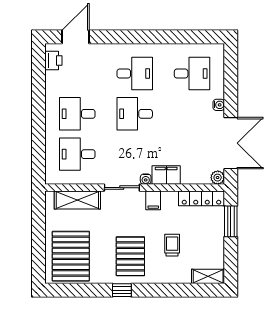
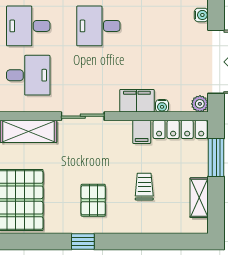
desk: (77, 154) -> (28, 75), turned 180
water cooler: (146, 179) -> (162, 106), moved
filing cabinet: (153, 200) -> (142, 132), moved
pallet: (130, 256) -> (93, 200), width x0.67, depth x0.71
shelving: (208, 276) -> (199, 198), moved, turned 90

